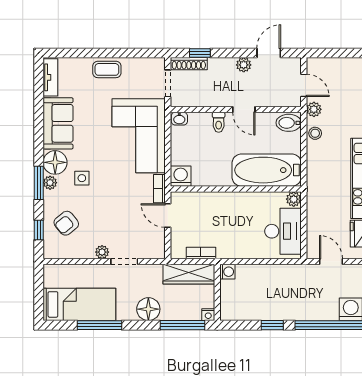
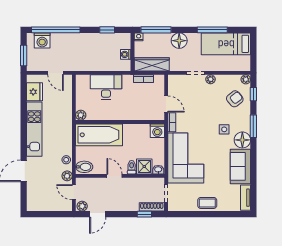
plant: (244, 65) -> (82, 206), moved
shower: (200, 123) -> (144, 167), added
plant: (50, 183) -> (246, 79), moved
desk: (283, 231) -> (106, 87), moved, turned 90
washing machine: (227, 272) -> (126, 54), moved
window: (272, 325) -> (107, 30), moved

